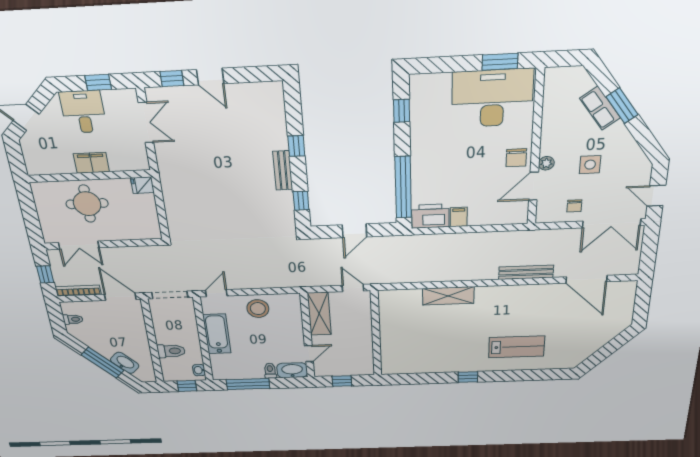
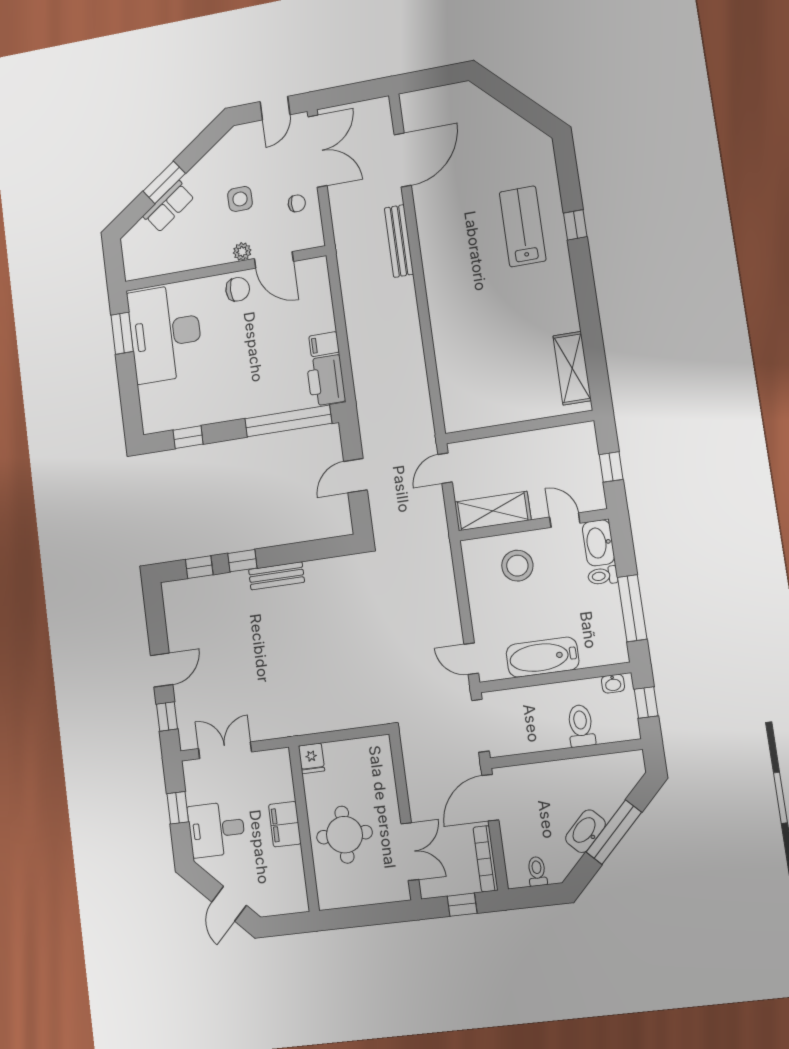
window: (301, 201) -> (199, 567), moved
door: (355, 231) -> (356, 476), swing flipped
shelving: (448, 296) -> (572, 368), moved
stool: (258, 309) -> (517, 566), moved
washbasin: (125, 363) -> (585, 831), moved
window: (468, 377) -> (575, 225), moved

